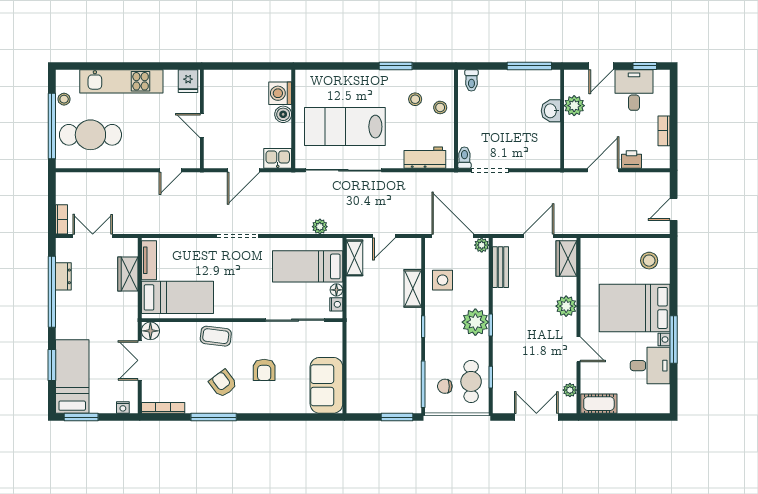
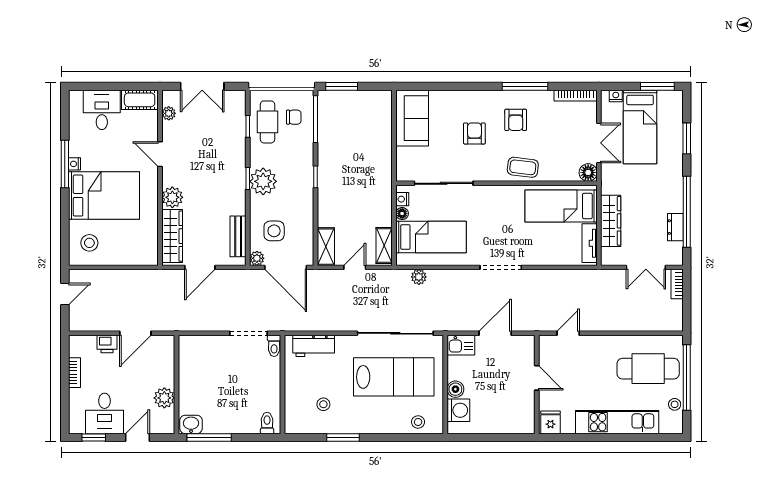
stool: (440, 107) -> (418, 422), moved
washbasin: (551, 111) -> (191, 424), moved, turned -90
wardrobe: (566, 258) -> (172, 236), width x1.50
wardrobe: (128, 274) -> (611, 221), width x1.50
side table: (442, 280) -> (274, 231), moved
shelving: (413, 288) -> (326, 247), moved
desk: (650, 366) -> (102, 110), moved, turned 90
bed: (72, 377) -> (640, 127), moved
armchair: (223, 384) -> (516, 120), turned 37

